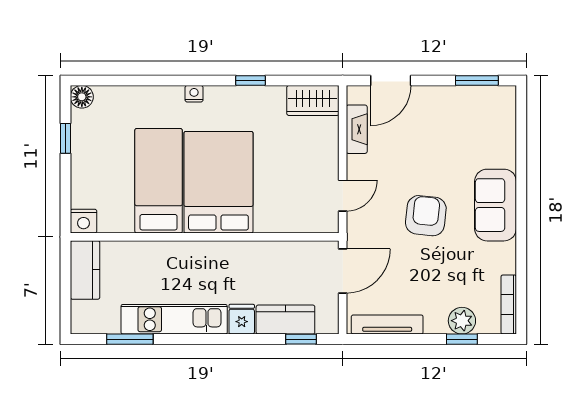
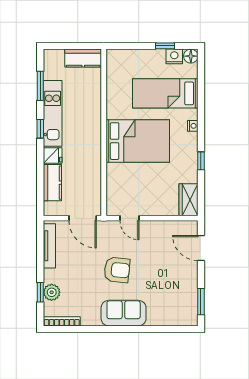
fireplace: (357, 129) -> (171, 227), removed
bed: (159, 181) -> (165, 93), moved, turned 180
nightstand: (83, 221) -> (174, 56), moved, turned 90
window: (301, 339) -> (40, 129), moved

